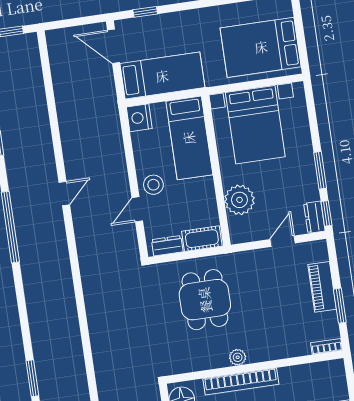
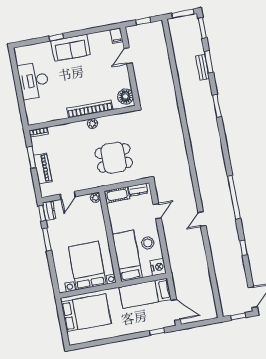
stool: (153, 185) -> (148, 243), moved
plant: (239, 200) -> (95, 198), moved, width x0.53, depth x0.53
dining table: (205, 300) -> (114, 158), turned 90

